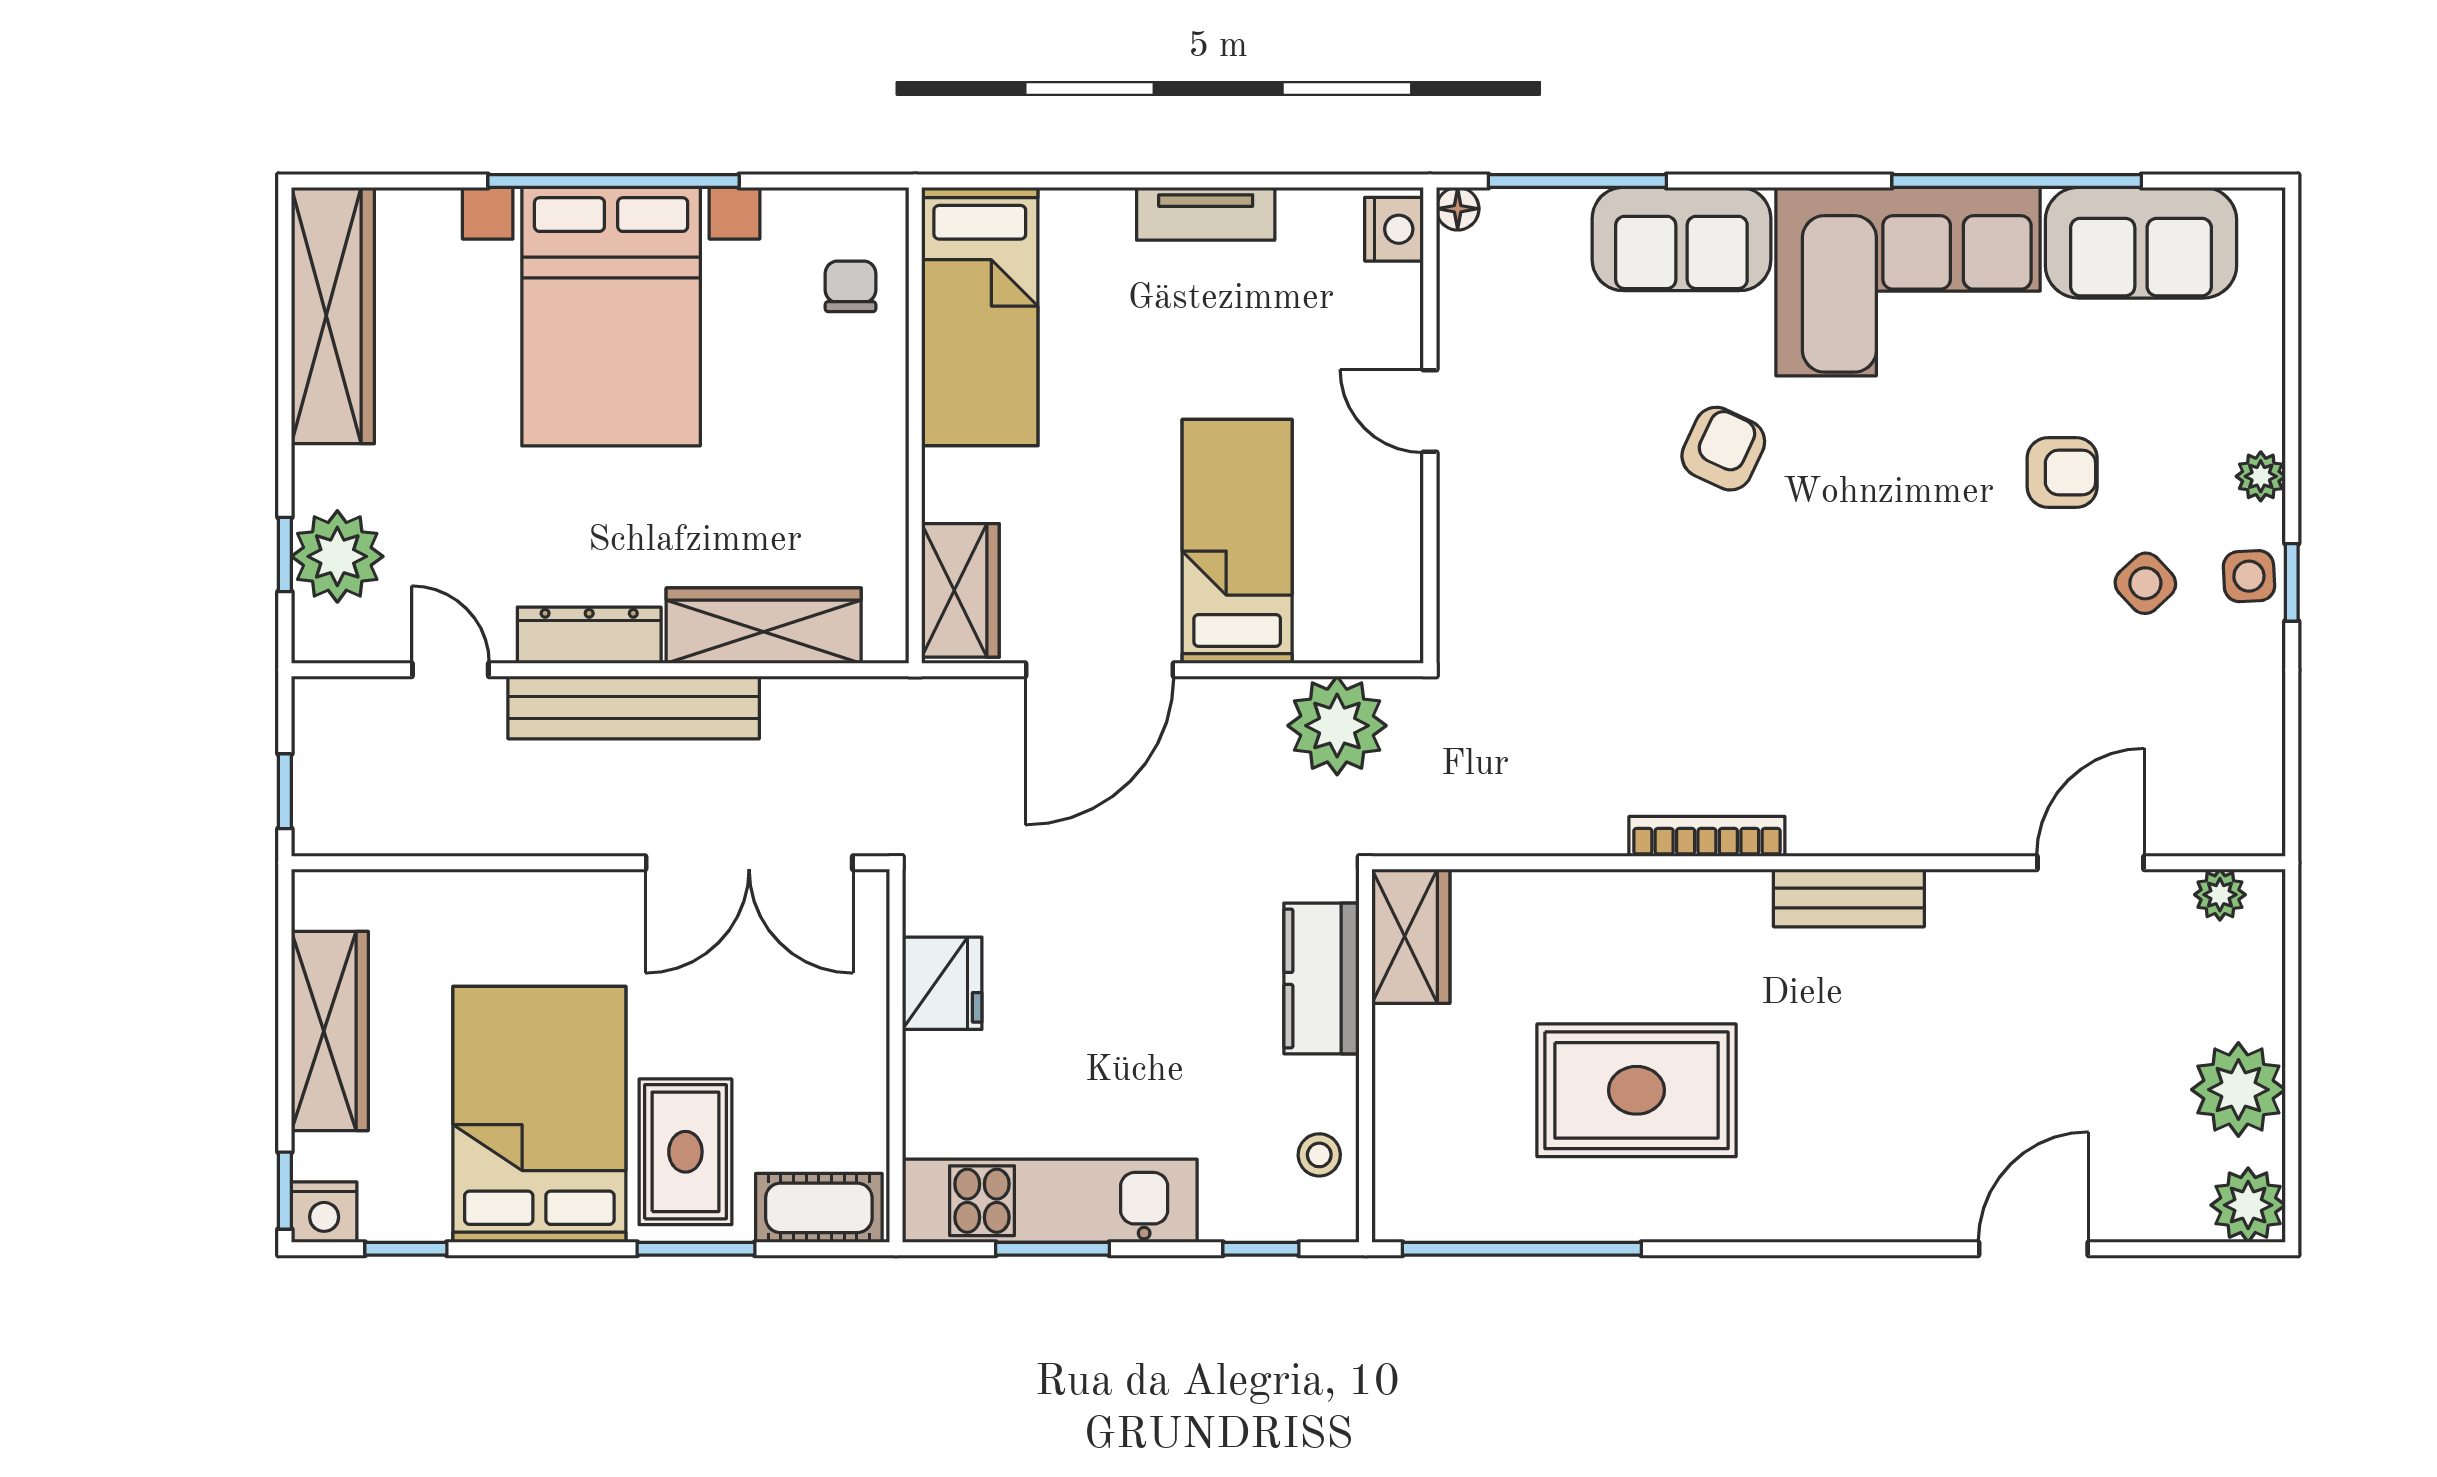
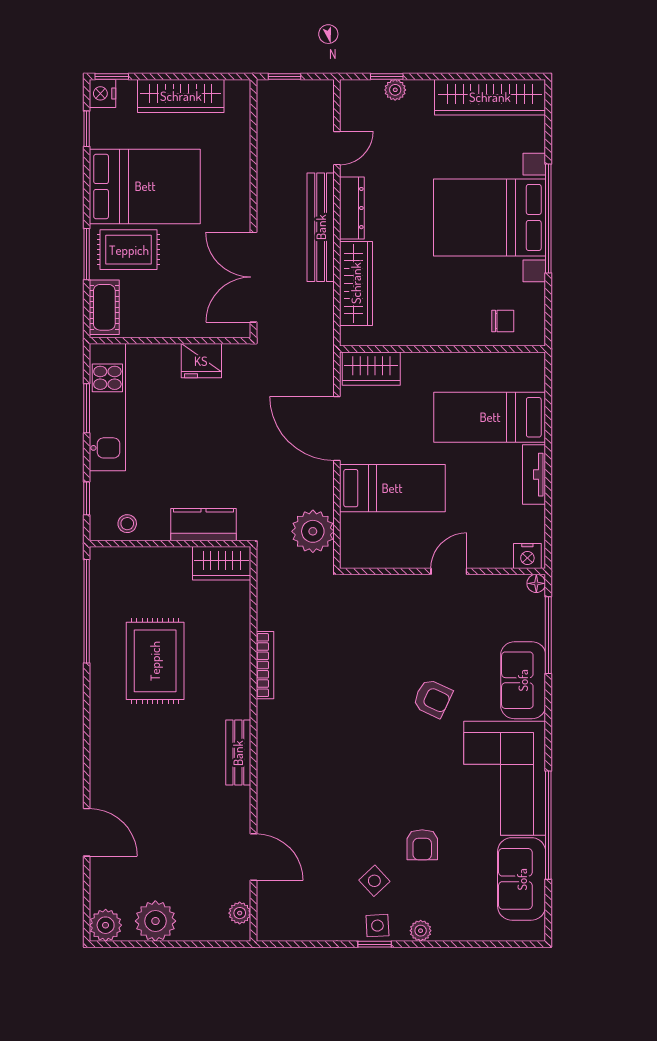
bed: (980, 317) -> (490, 417), moved
plant: (337, 556) -> (395, 90), width x0.53, depth x0.53
bookcase: (1707, 836) -> (265, 665), moved

